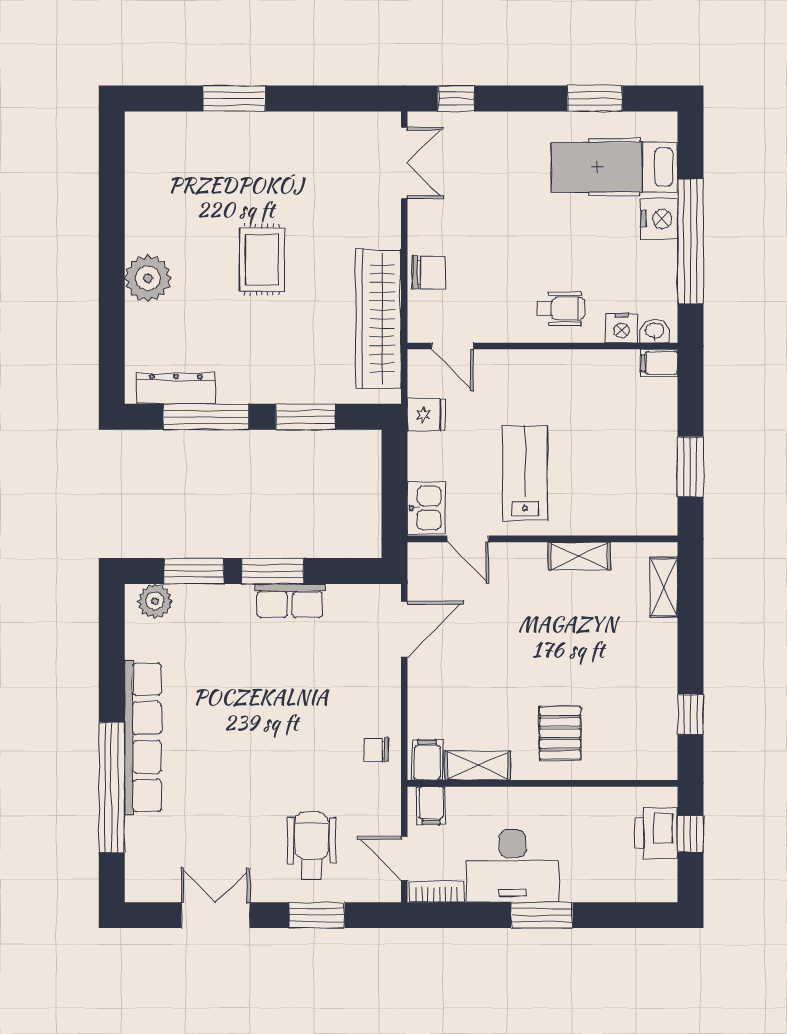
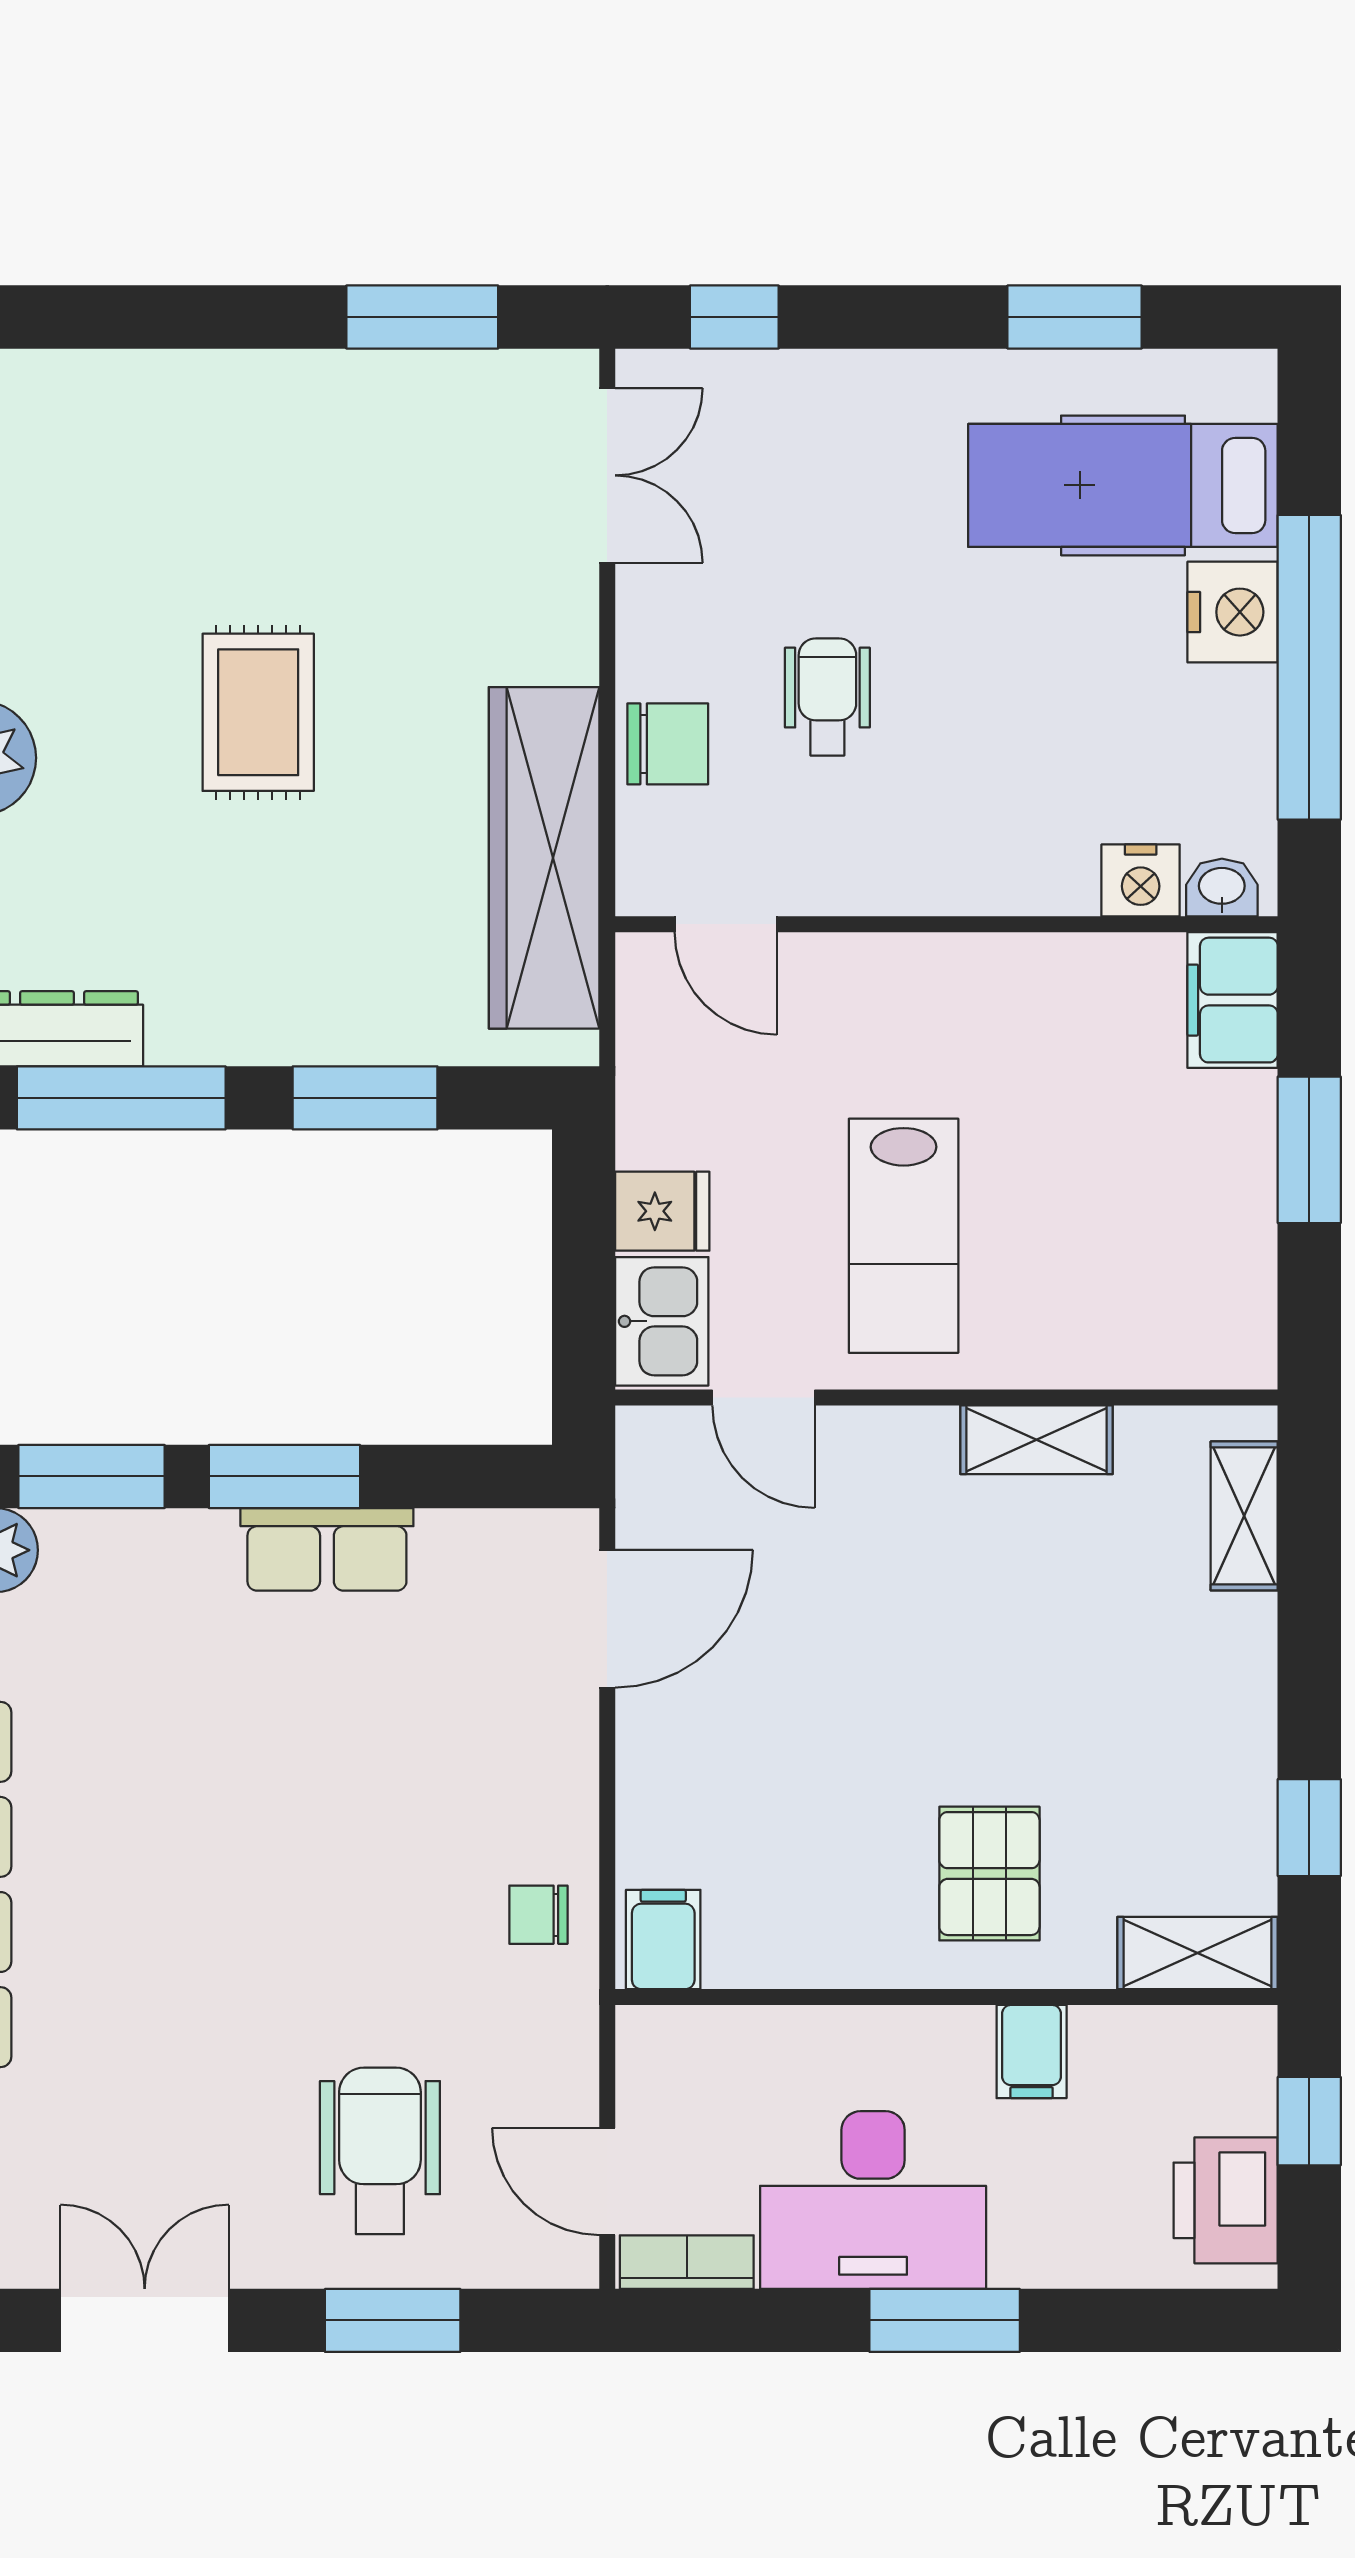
window: (234, 98) -> (422, 317), moved
wheelchair: (561, 309) -> (827, 697), moved, turned -90
filing cabinet: (659, 363) -> (1233, 1000), width x2.00
fridge: (427, 415) -> (662, 1211), moved
window: (690, 467) -> (1309, 1150), moved
lab bench: (525, 473) -> (904, 1236), turned 180
shelving: (477, 765) -> (1198, 1953), moved
filing cabinet: (431, 806) -> (1032, 2052), moved
printer: (656, 833) -> (1226, 2200), moved

